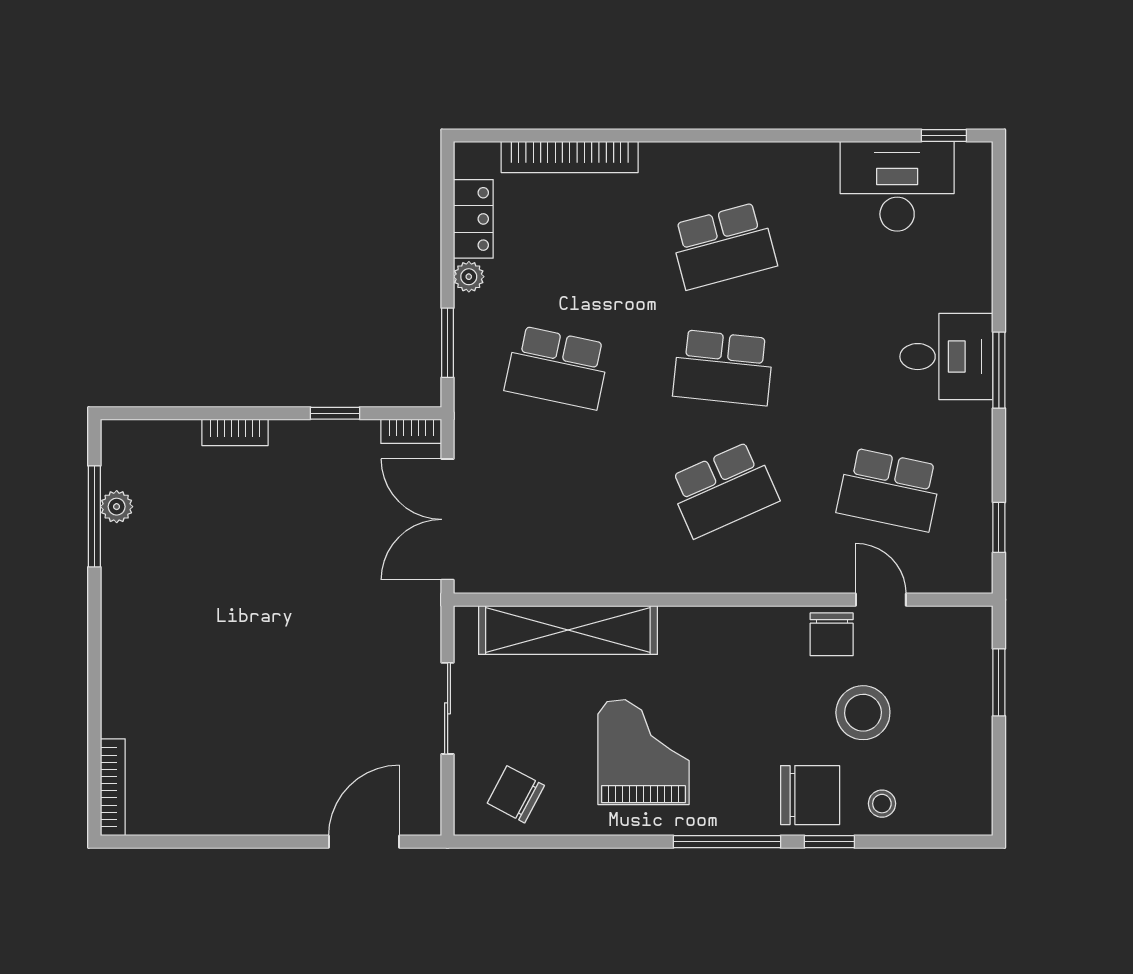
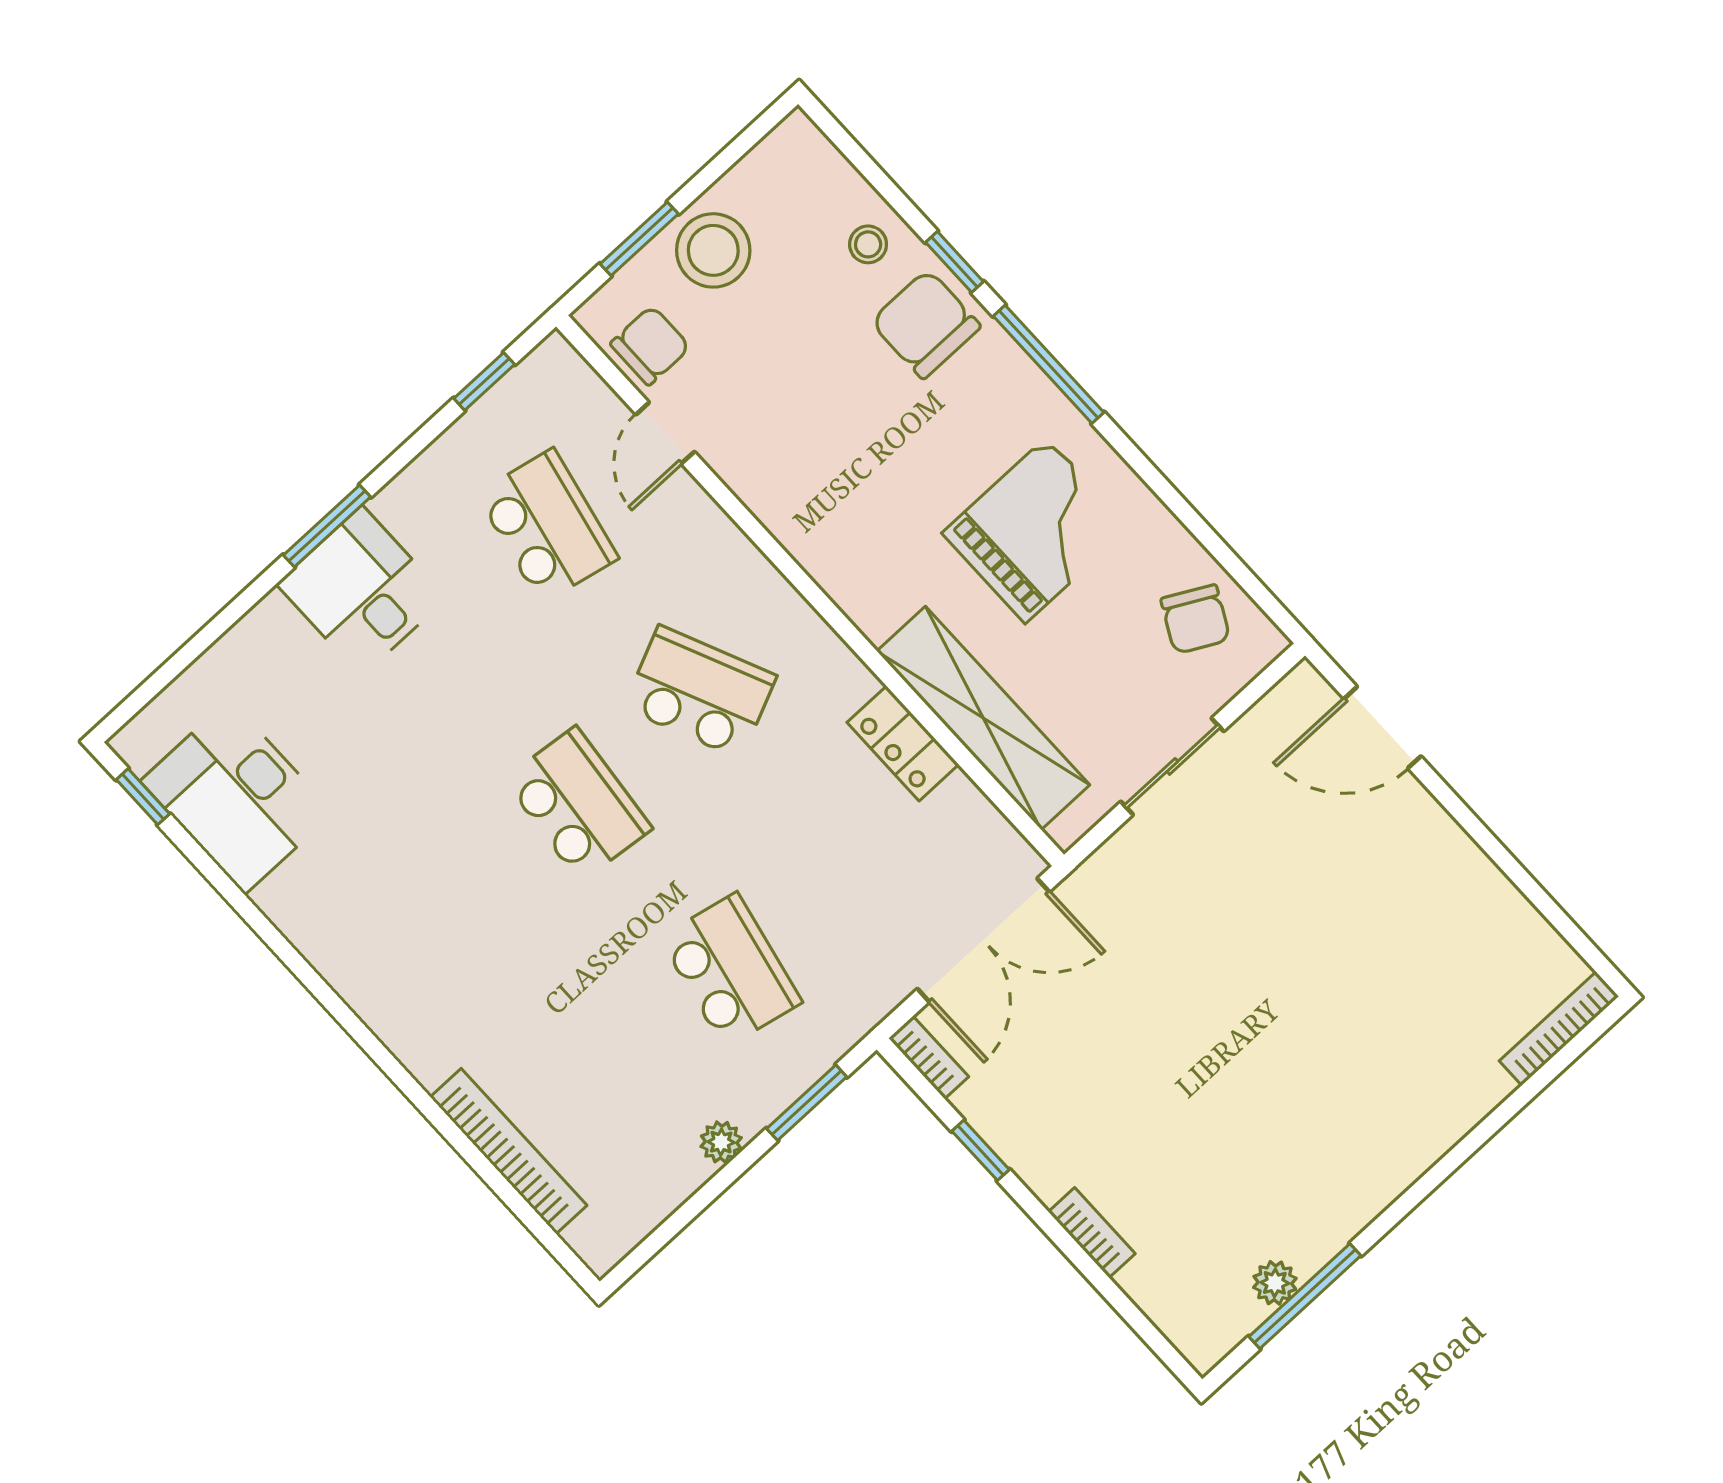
locker: (473, 219) -> (903, 743), moved, turned -90
school desk: (723, 246) -> (456, 916), removed
chair: (832, 634) -> (650, 345), moved
stool: (863, 713) -> (713, 250), moved
grand piano: (643, 752) -> (1036, 530), turned 180

